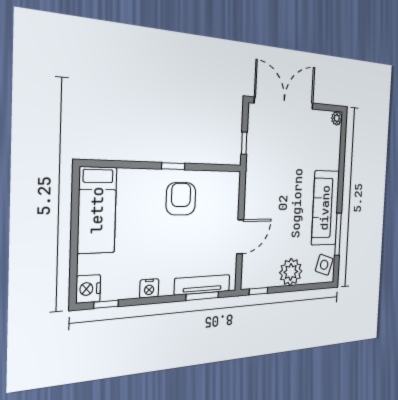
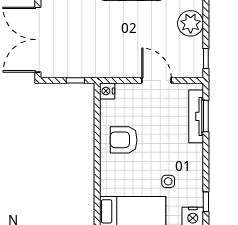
window: (173, 166) -> (97, 148), removed
side table: (132, 255) -> (168, 181), added
nightstand: (149, 288) -> (107, 91), moved, turned 180

